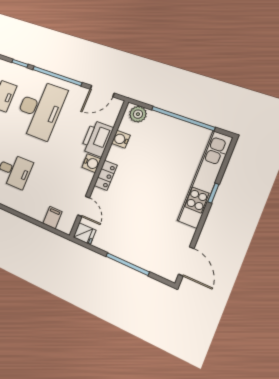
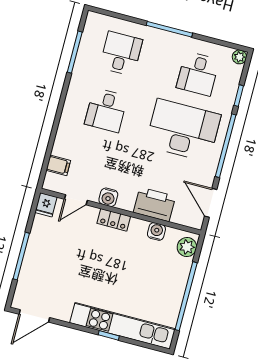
desk: (40, 109) -> (183, 130), turned 180
water cooler: (91, 163) -> (108, 197), moved

